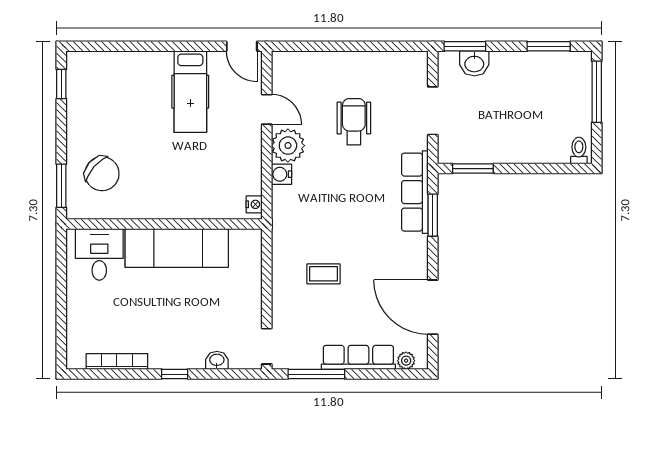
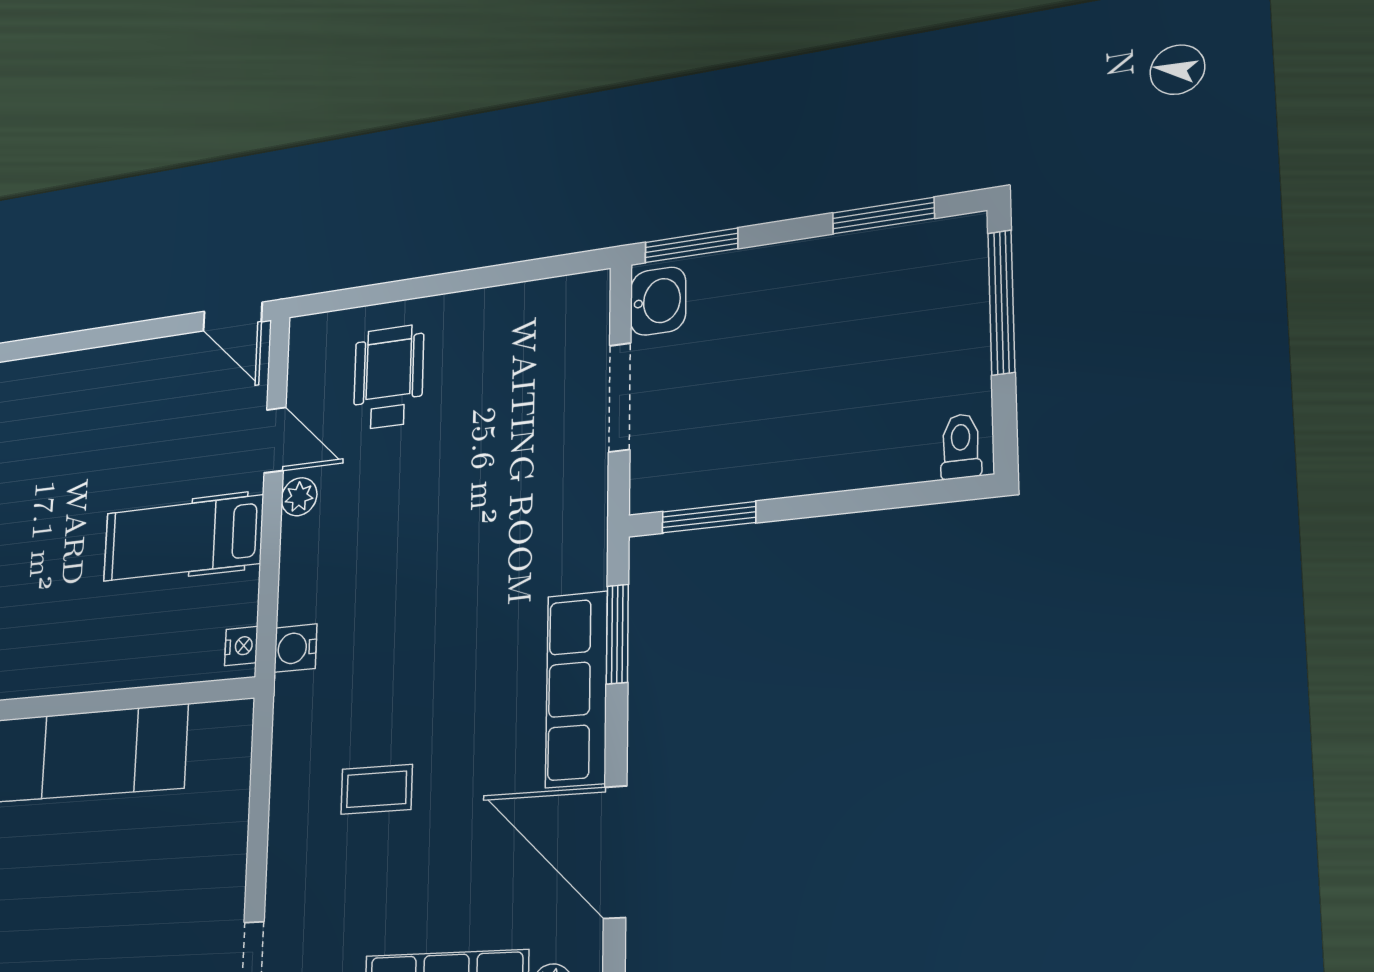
washbasin: (474, 63) -> (658, 301), moved, turned -90
hospital bed: (190, 92) -> (183, 538), moved, turned 90
wheelchair: (354, 122) -> (389, 377), moved
plant: (288, 146) -> (299, 497), width x0.53, depth x0.53
water cooler: (281, 174) -> (295, 648), moved
row of seats: (415, 192) -> (577, 689), moved

